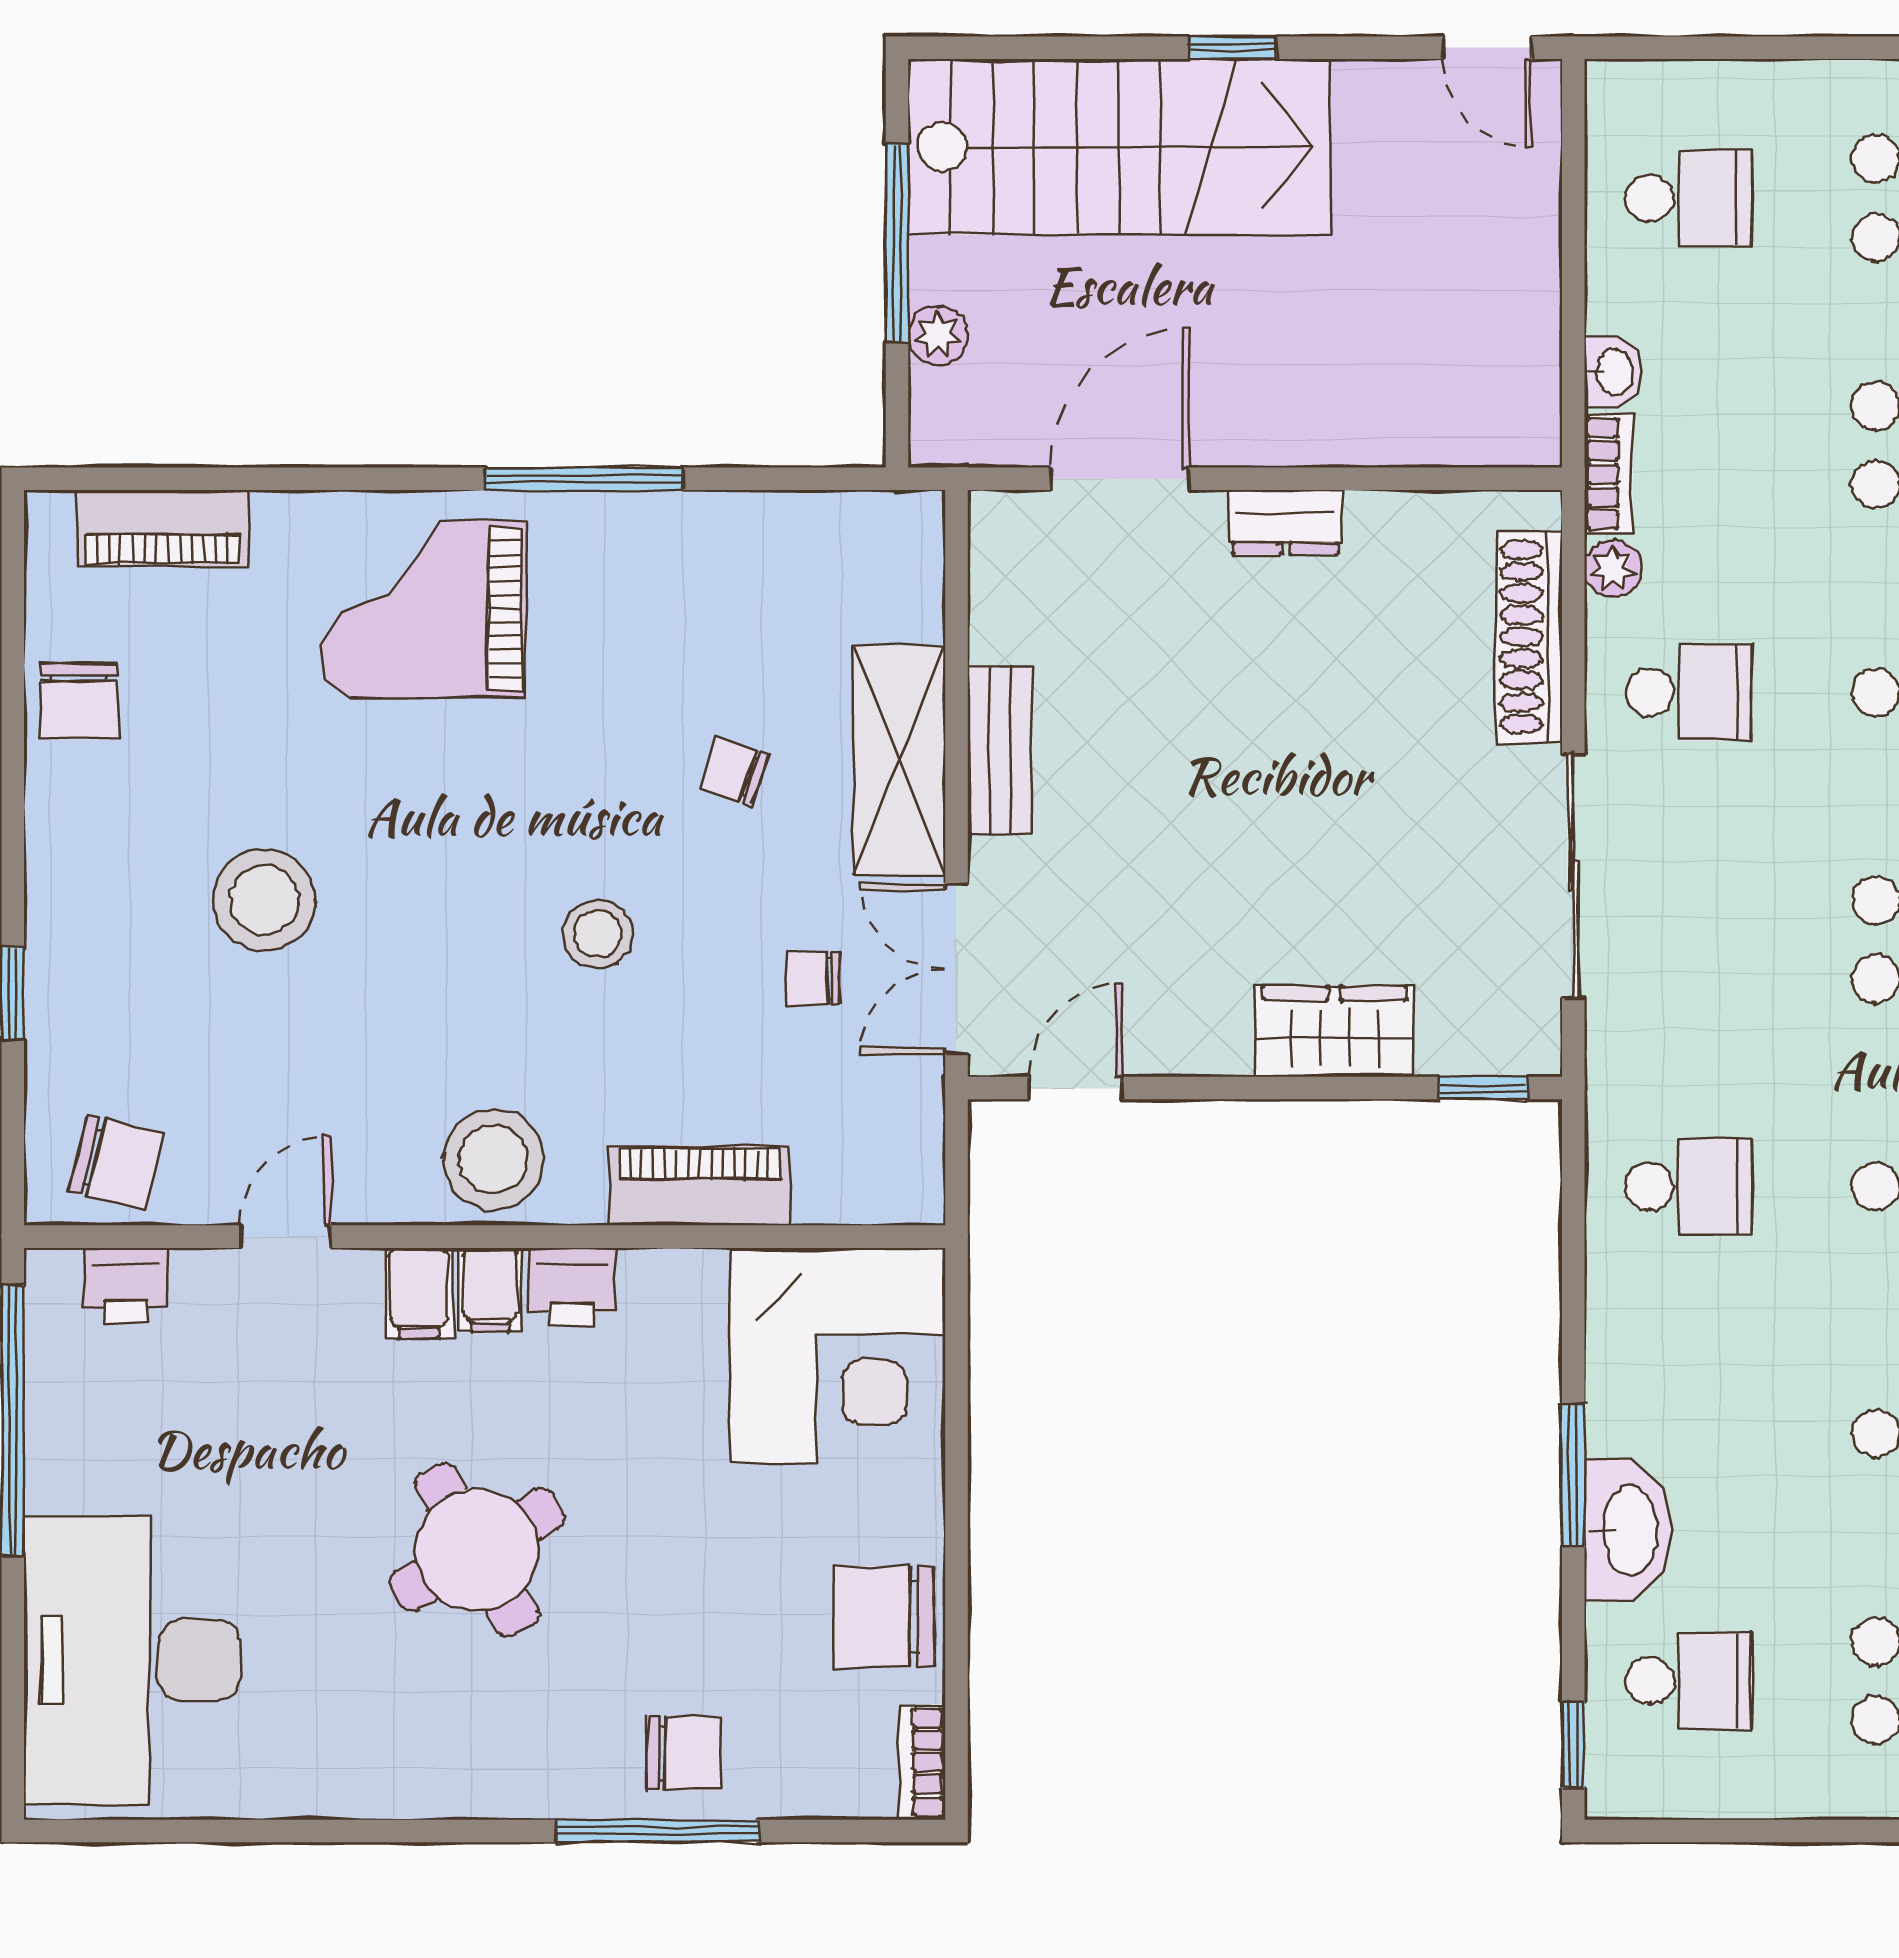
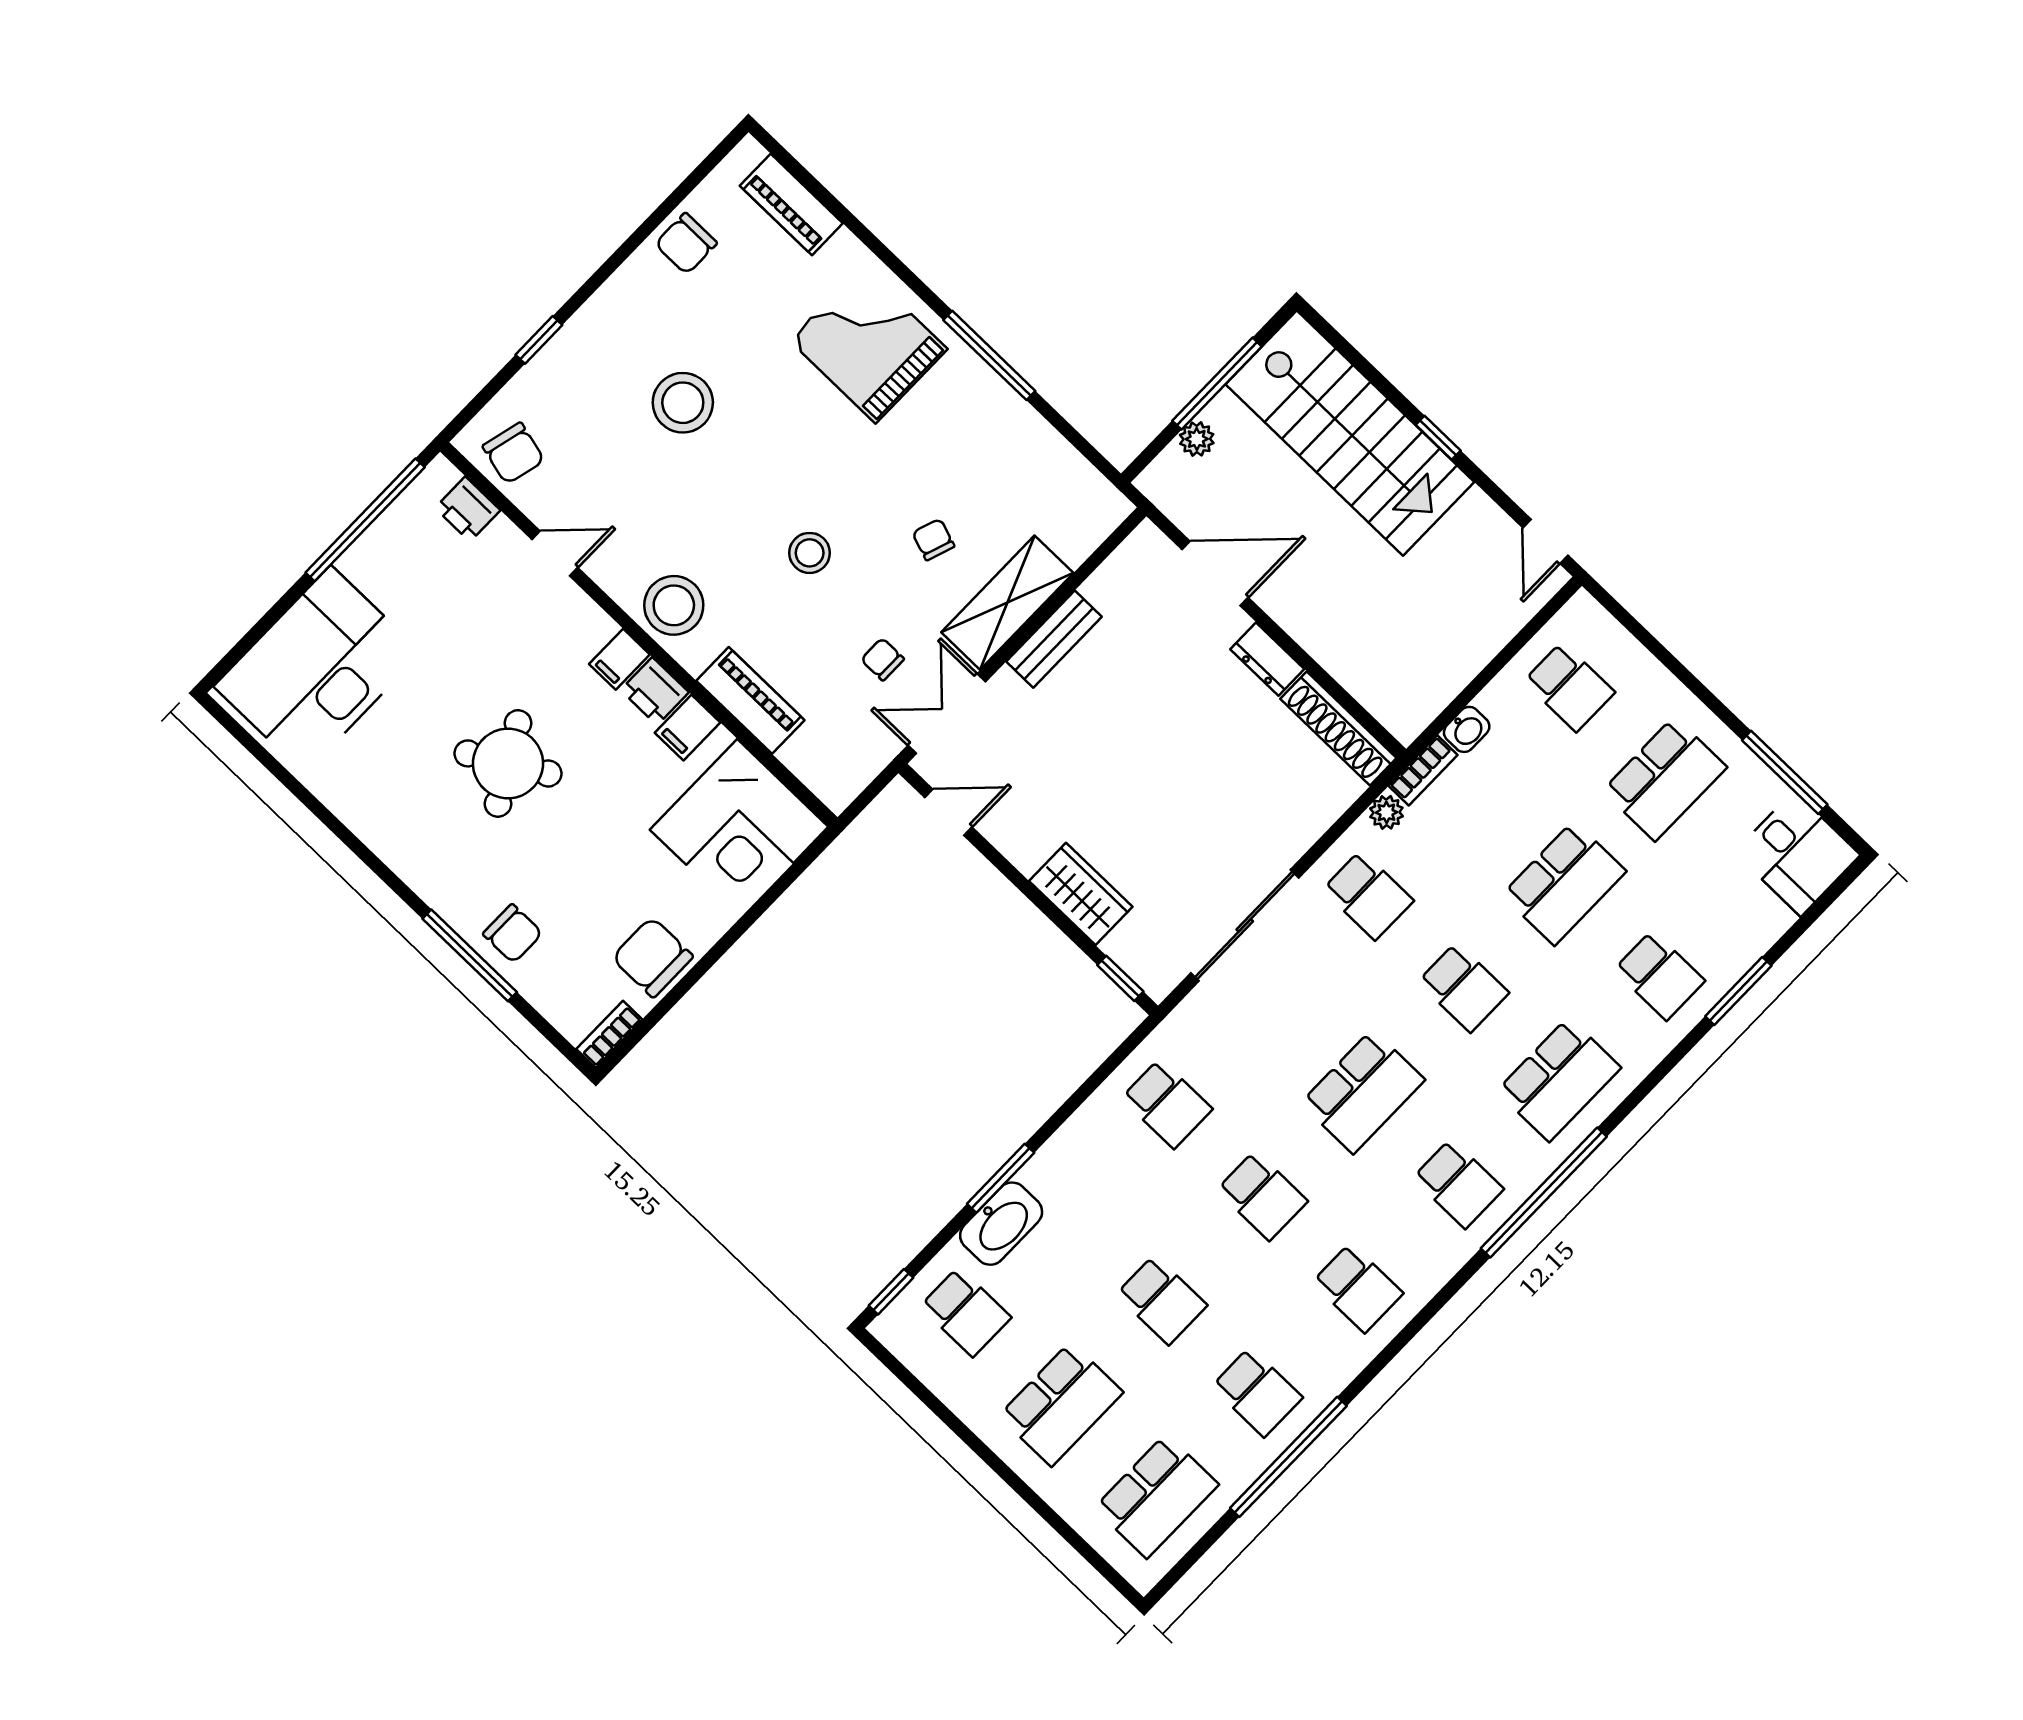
shoe rack: (1529, 637) -> (1338, 728), moved, turned -90
filing cabinet: (419, 1293) -> (688, 728), moved

